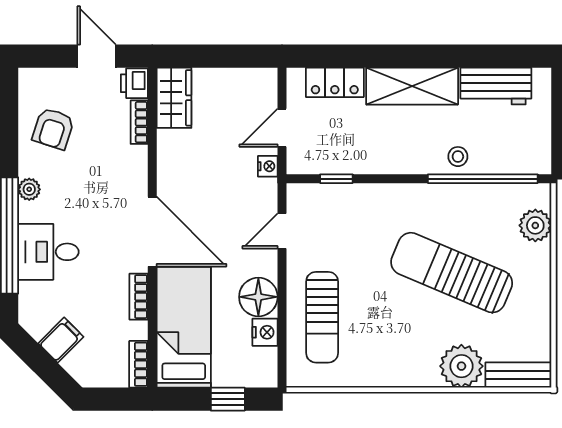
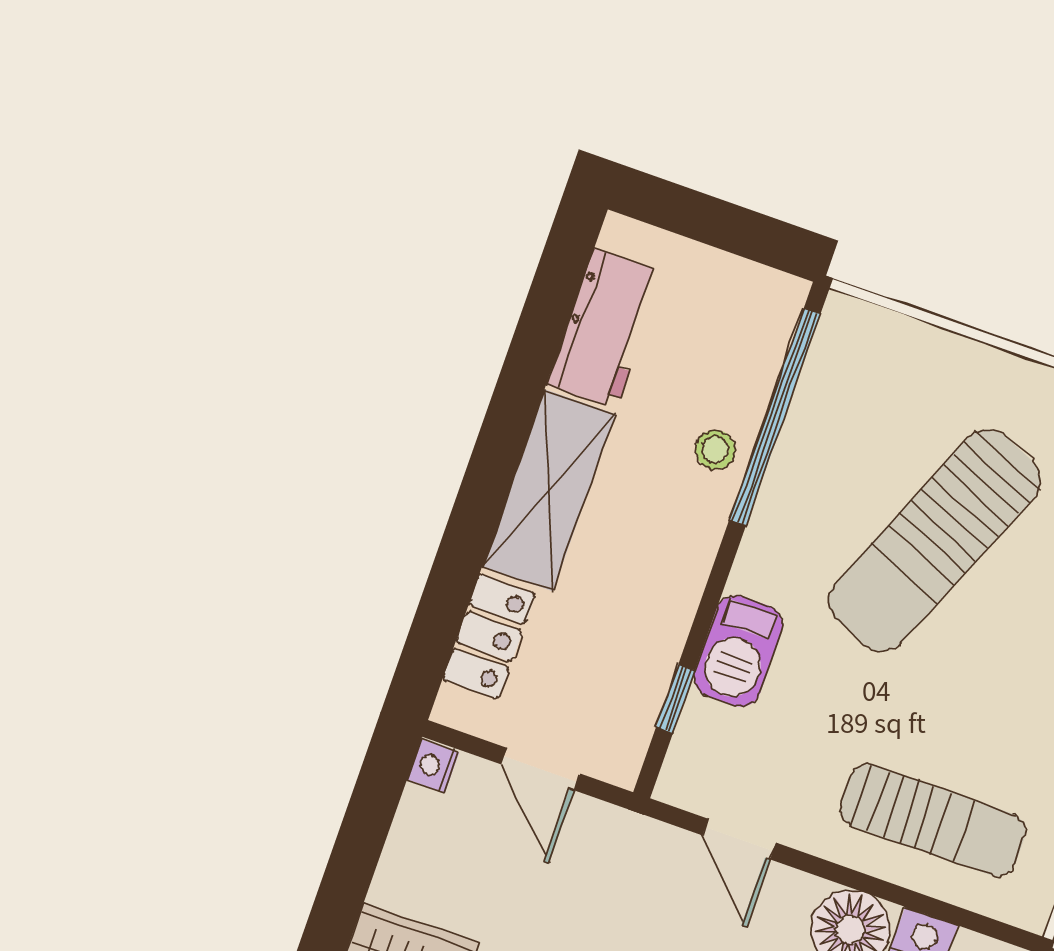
nightstand: (268, 166) -> (433, 766), moved, turned -90
barbecue: (369, 200) -> (738, 651), added
plant: (535, 225) -> (901, 347), removed

